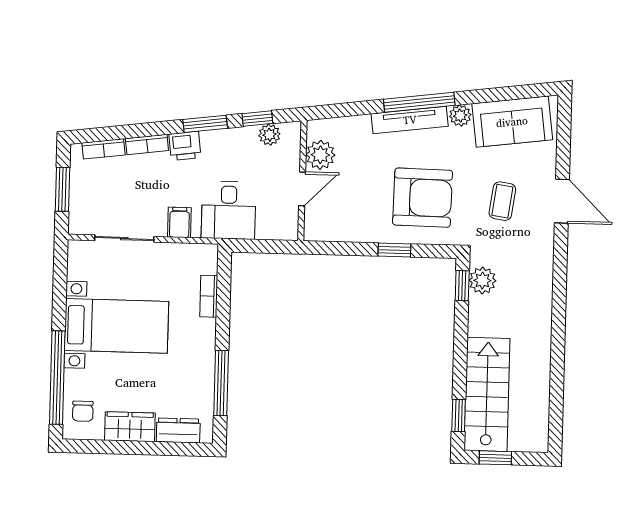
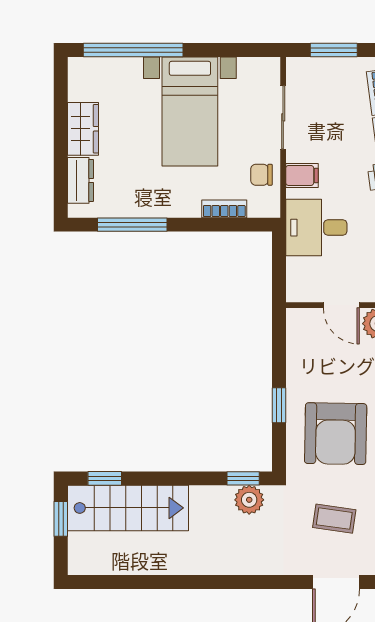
chair: (83, 411) -> (261, 175), moved

